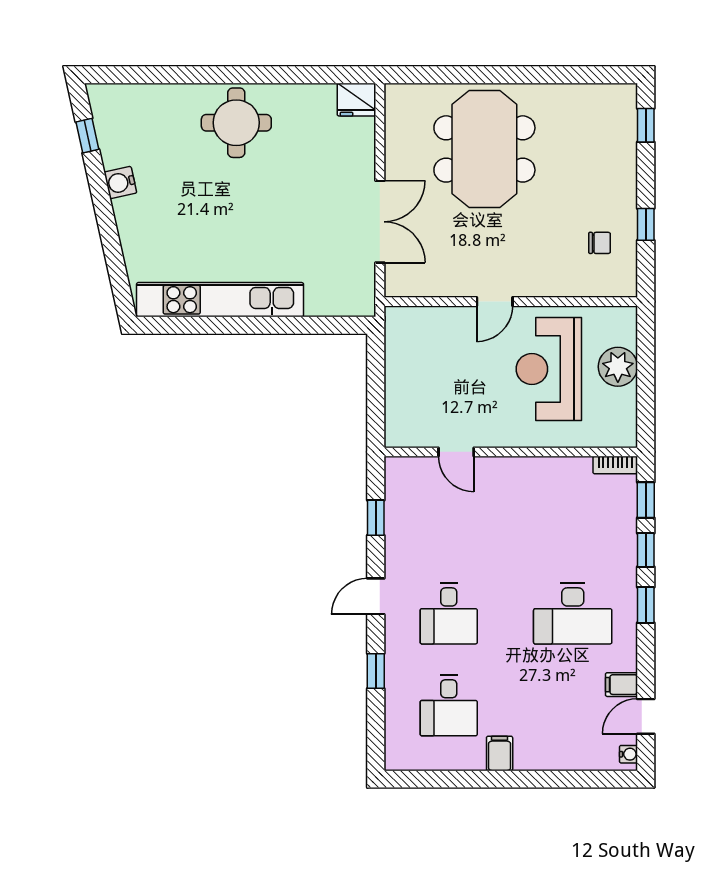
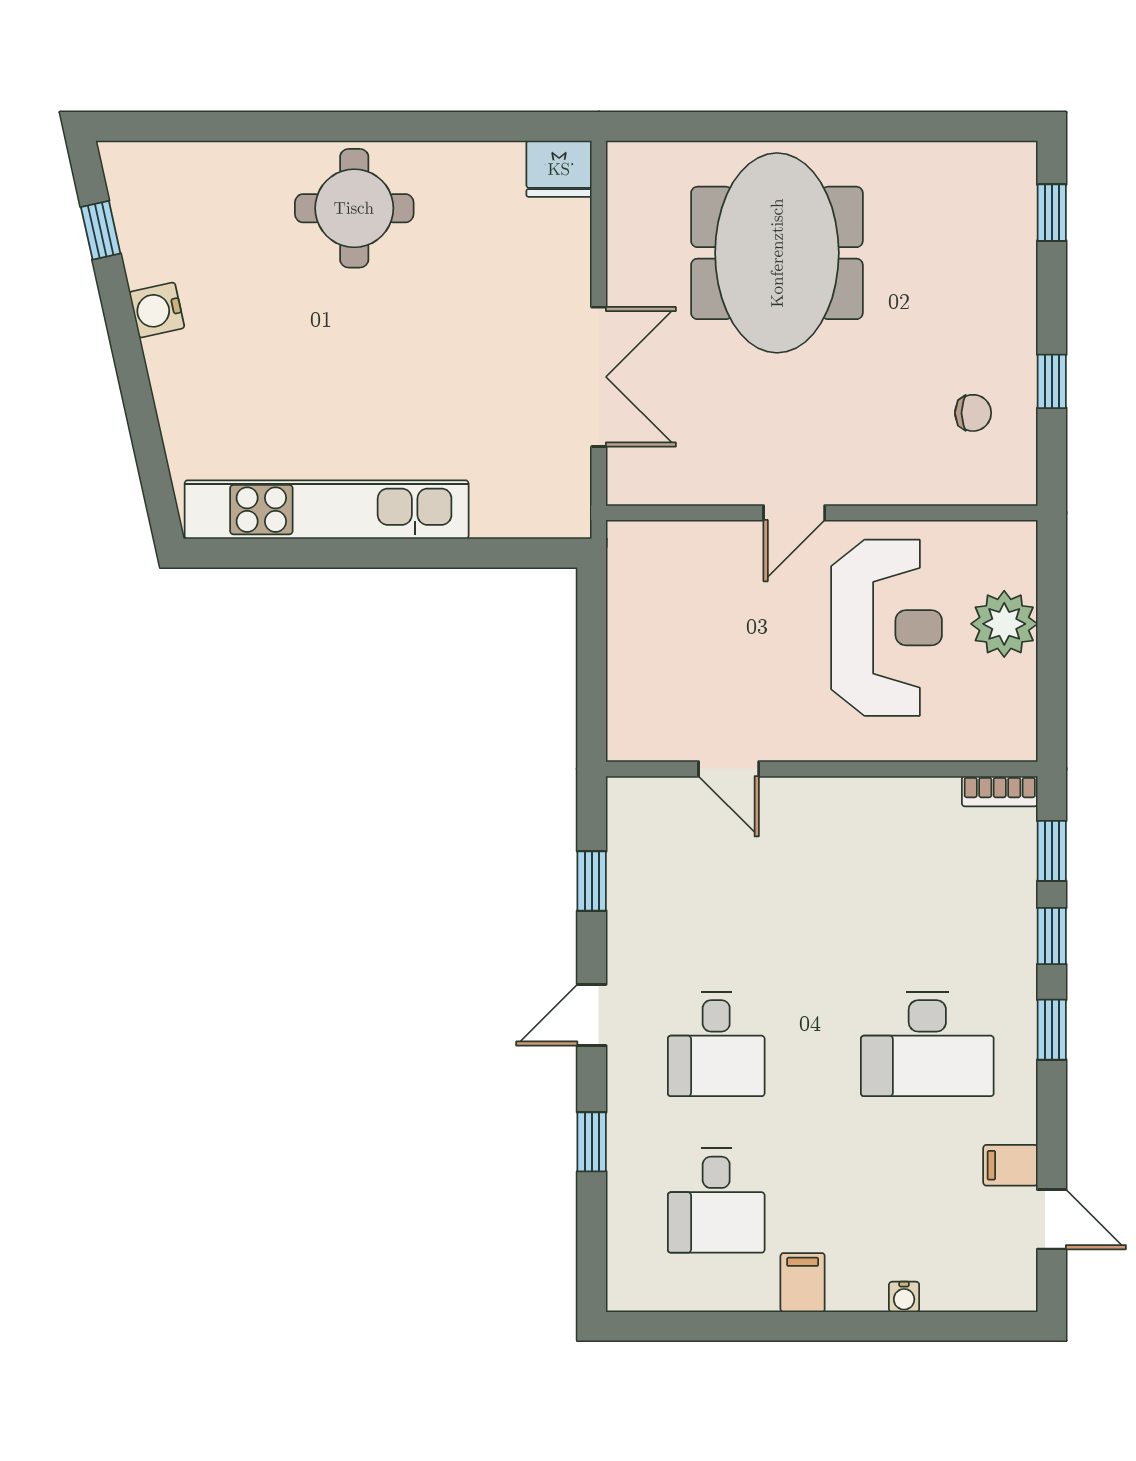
reception desk: (549, 369) -> (887, 628), turned 180
door: (646, 716) -> (1052, 1219), swing flipped
water cooler: (629, 754) -> (904, 1297), moved, turned 90

